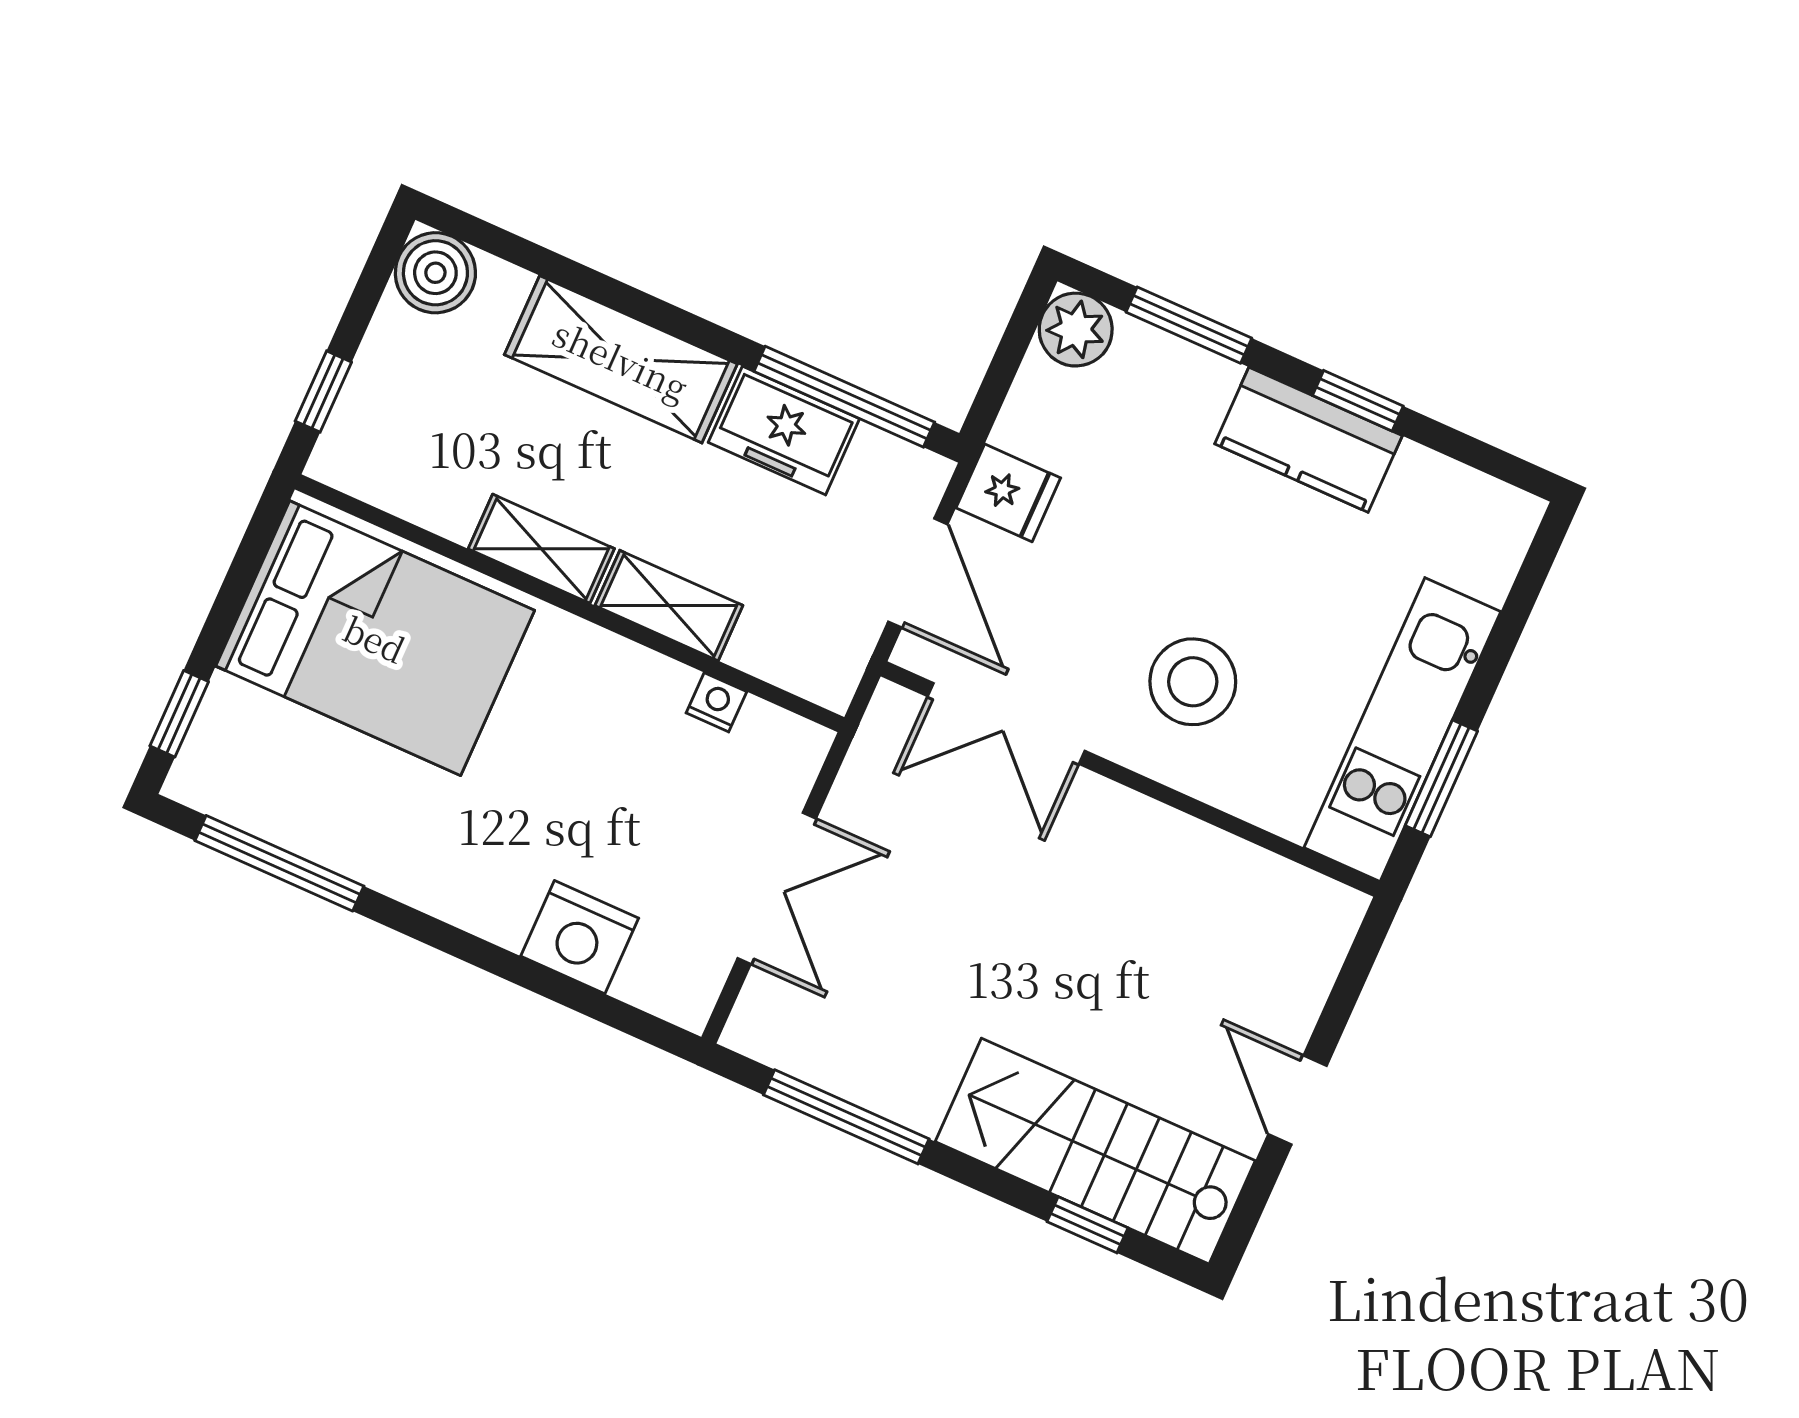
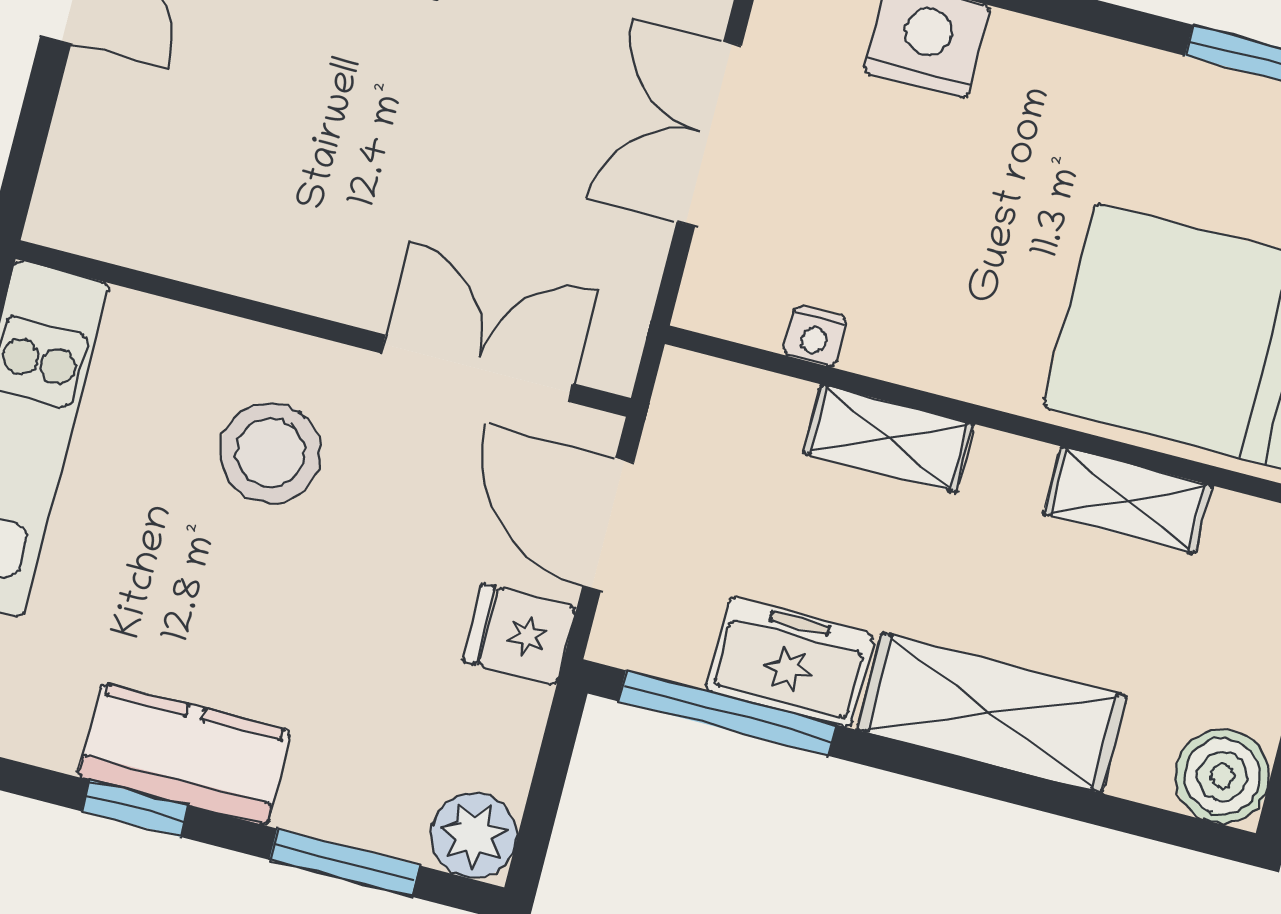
shelving: (541, 549) -> (1128, 500), moved

